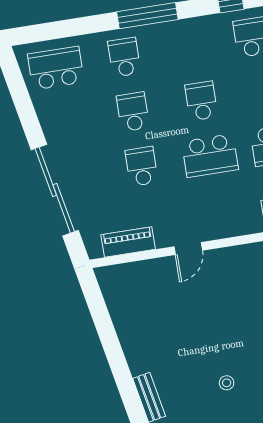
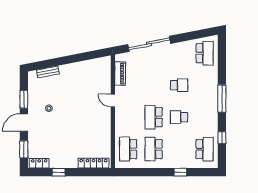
school desk: (124, 57) -> (205, 85), removed
school desk: (201, 101) -> (179, 117), turned 180
school desk: (142, 166) -> (154, 85), removed

